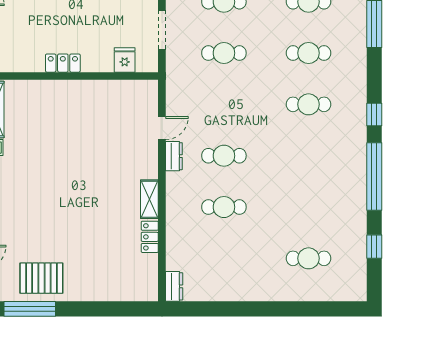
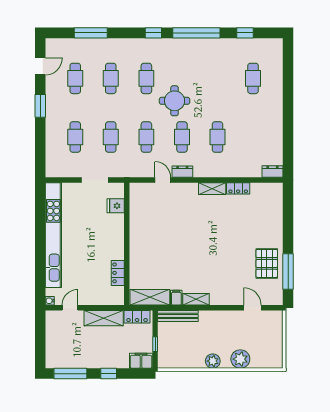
locker: (63, 63) -> (118, 273), moved
cafe table: (224, 104) -> (146, 137), added
round table: (276, 145) -> (175, 101), added

